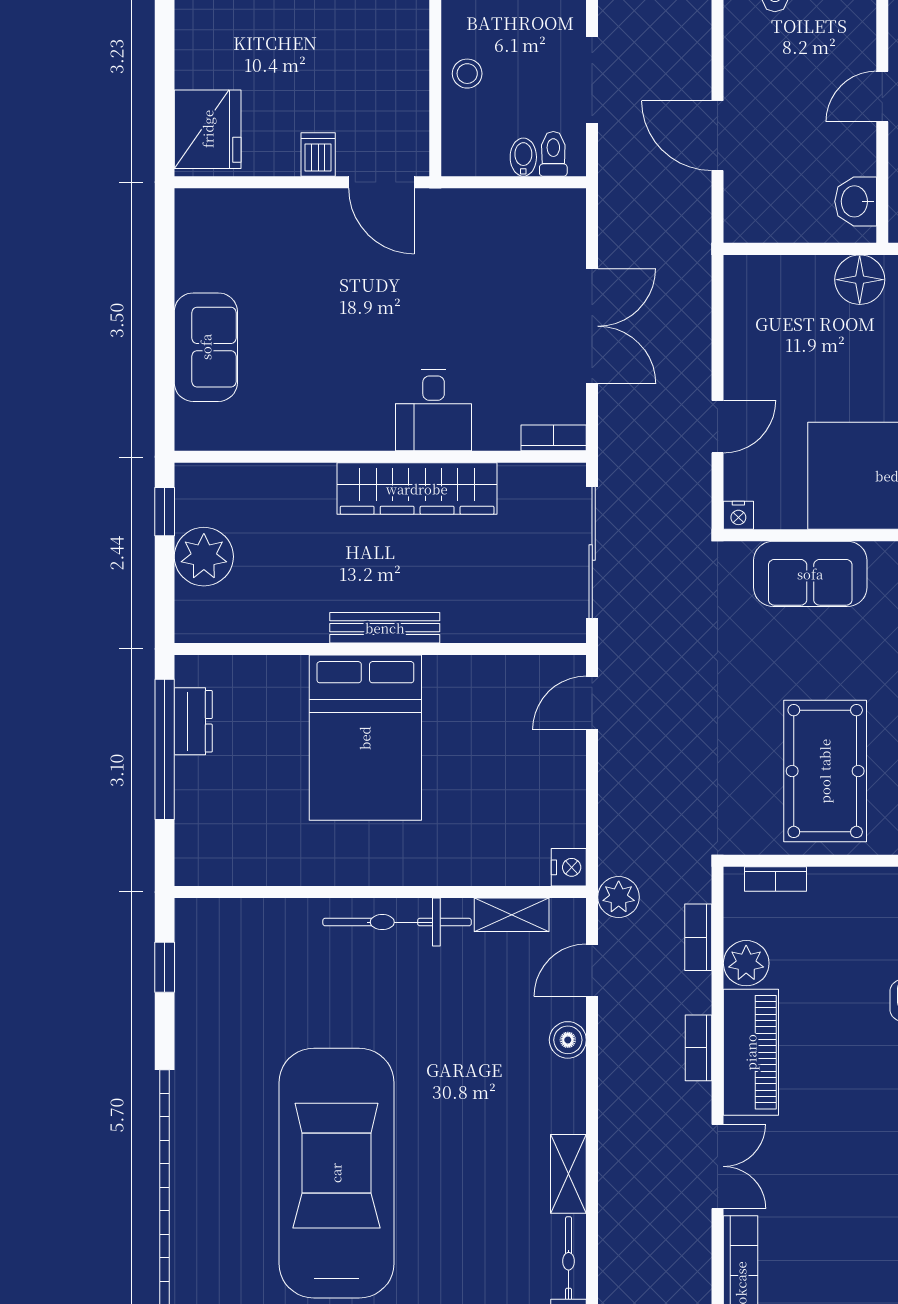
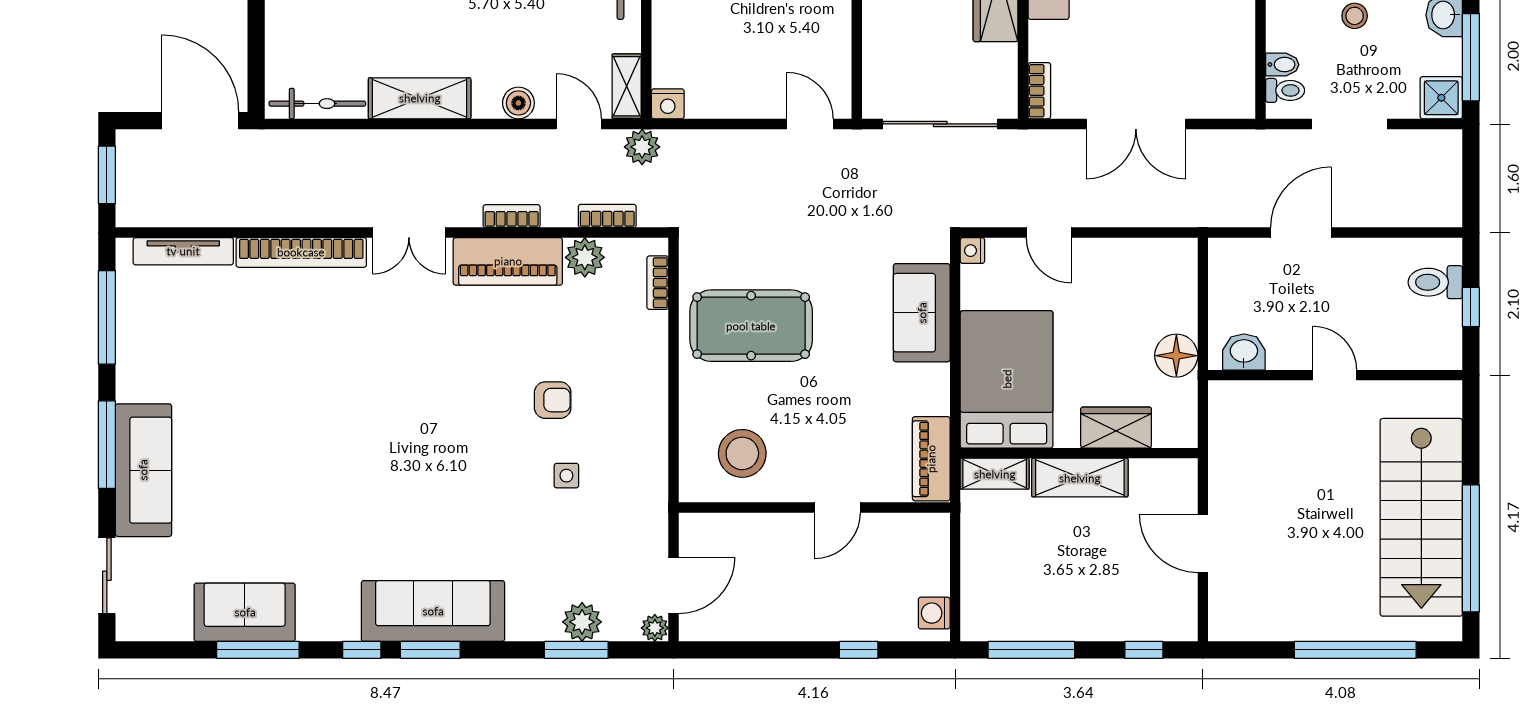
shelving: (512, 915) -> (627, 86), moved
shelving: (568, 1174) -> (420, 98), width x1.50, depth x1.33

